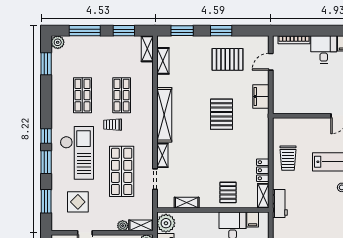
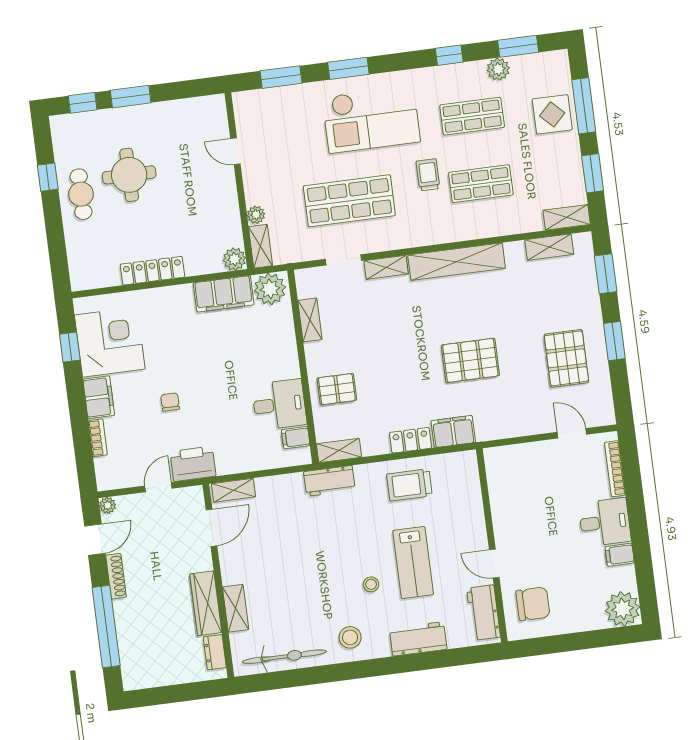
plant: (58, 42) -> (498, 69), moved
filing cabinet: (261, 96) -> (453, 432), moved
window: (46, 136) -> (449, 55), moved
locker: (263, 170) -> (410, 440), moved
display table: (78, 202) -> (552, 114), moved

